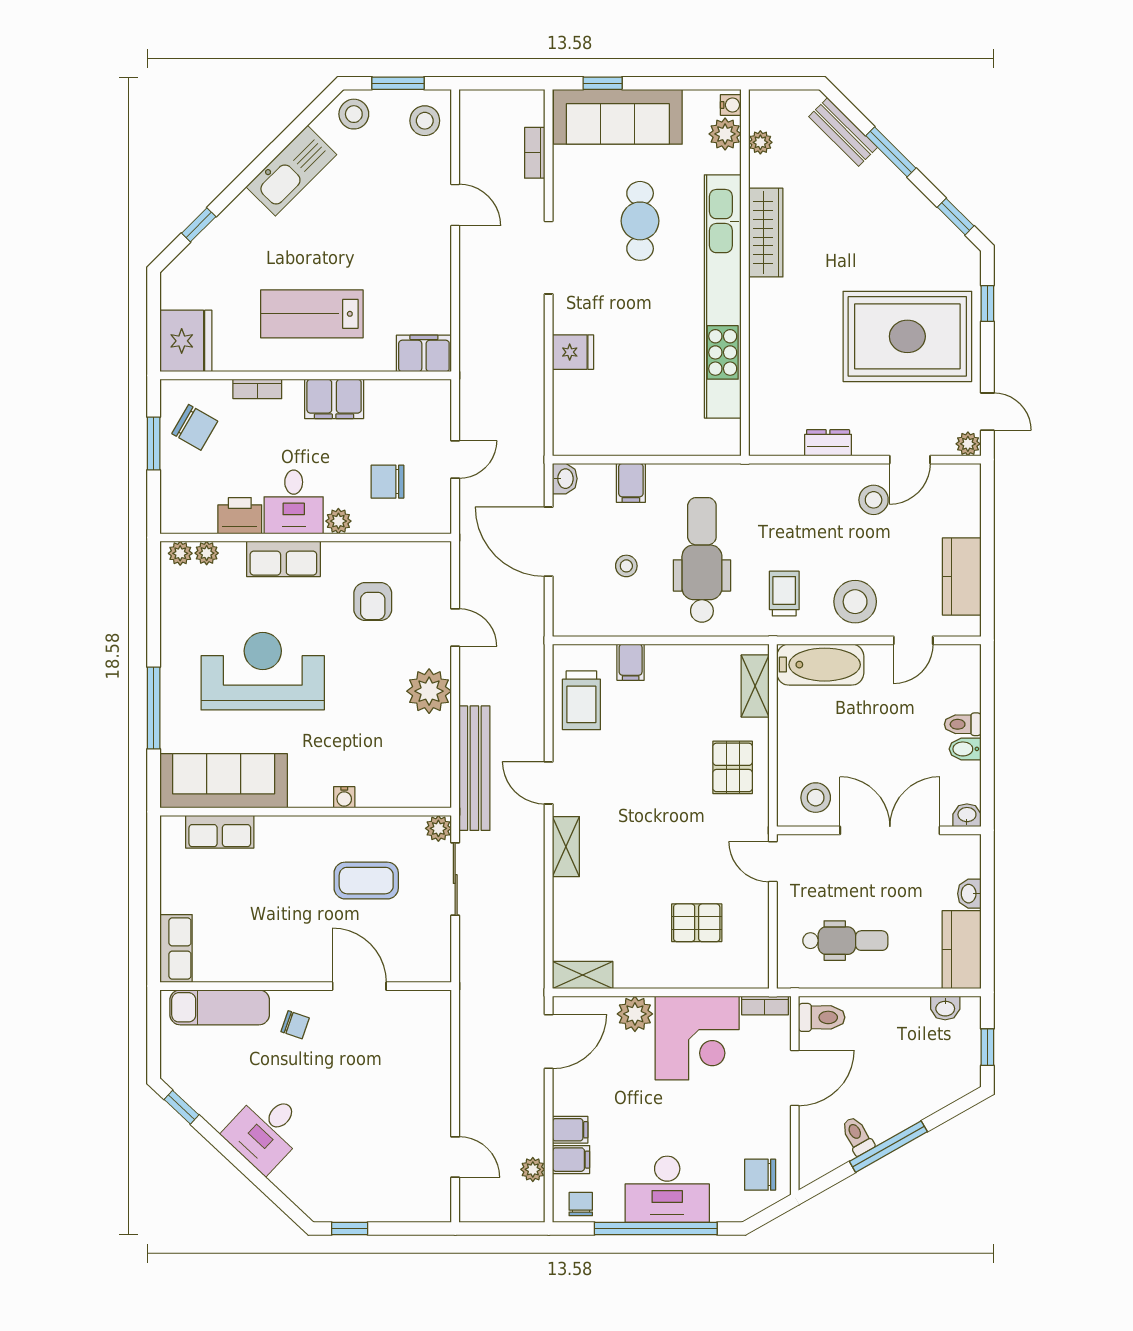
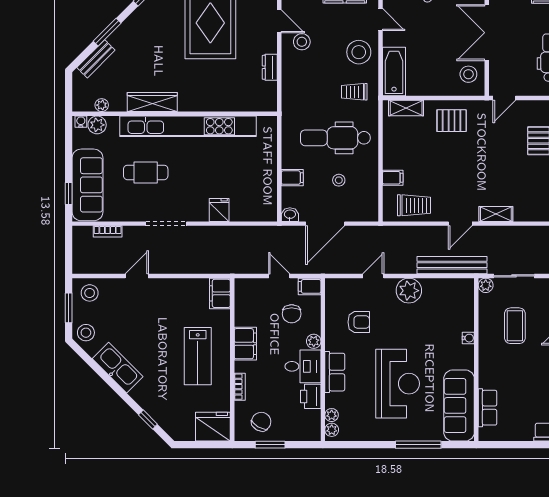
filing cabinet: (436, 514) -> (310, 286), added
reception desk: (263, 671) -> (398, 384), turned 180

